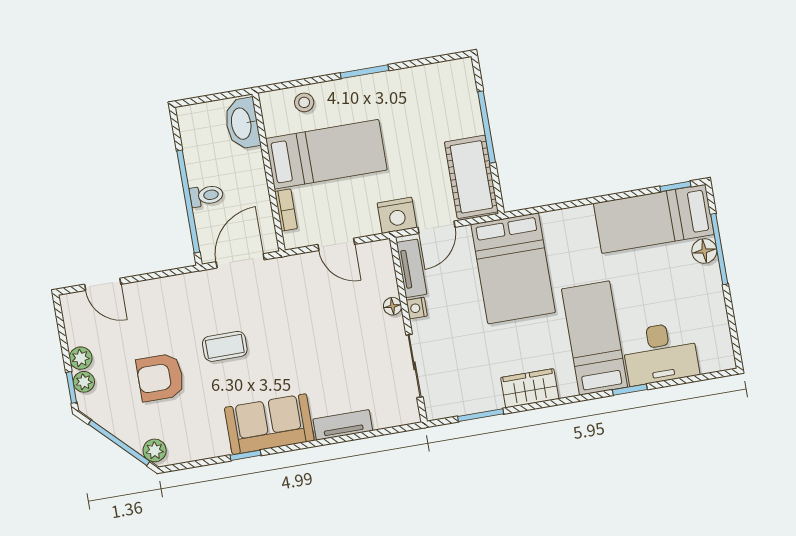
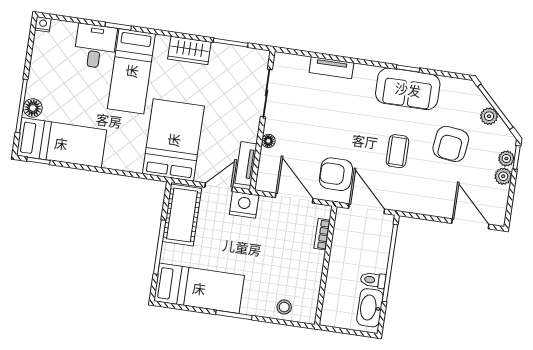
washbasin: (242, 123) -> (370, 308), moved, turned 180
bed: (326, 154) -> (199, 288), moved, turned 180
toilet: (206, 196) -> (373, 280), moved
door: (336, 244) -> (294, 198), width x1.38
door: (240, 261) -> (367, 209), swing flipped
door: (103, 284) -> (470, 224), width x1.38
armchair: (293, 292) -> (336, 174), added
nightstand: (417, 308) -> (43, 24), moved, turned -90
coffee table: (225, 346) -> (397, 151), turned 90
desk: (660, 353) -> (95, 46), width x0.73
armchair: (160, 377) -> (451, 144), turned 97
sofa: (269, 424) -> (408, 89), moved
plant: (155, 450) -> (489, 116), moved

